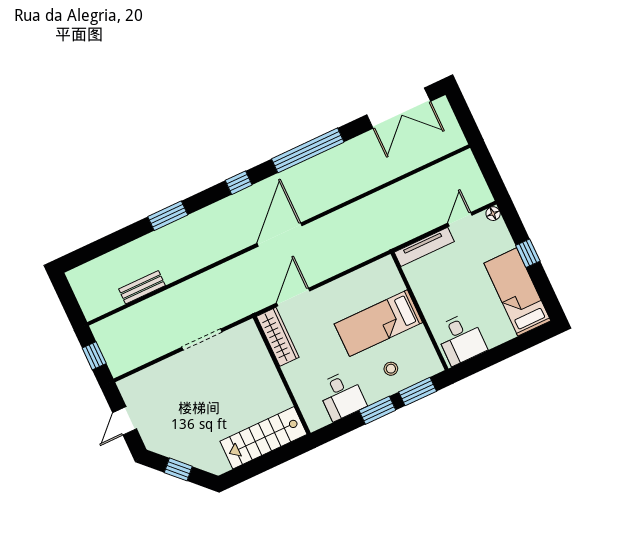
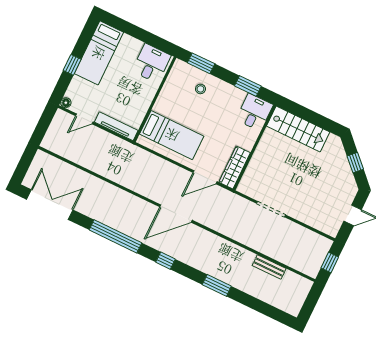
bed: (378, 323) -> (172, 135), moved
desk: (342, 396) -> (254, 112), moved
window: (377, 410) -> (248, 86), moved

